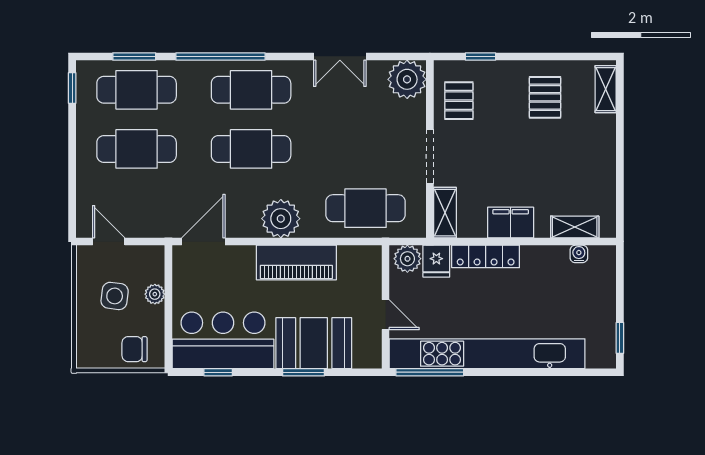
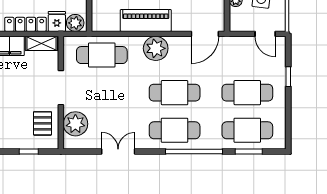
plant: (407, 79) -> (75, 124), moved
window: (72, 88) -> (288, 77), moved
shelving: (445, 213) -> (41, 43), moved, turned 90

